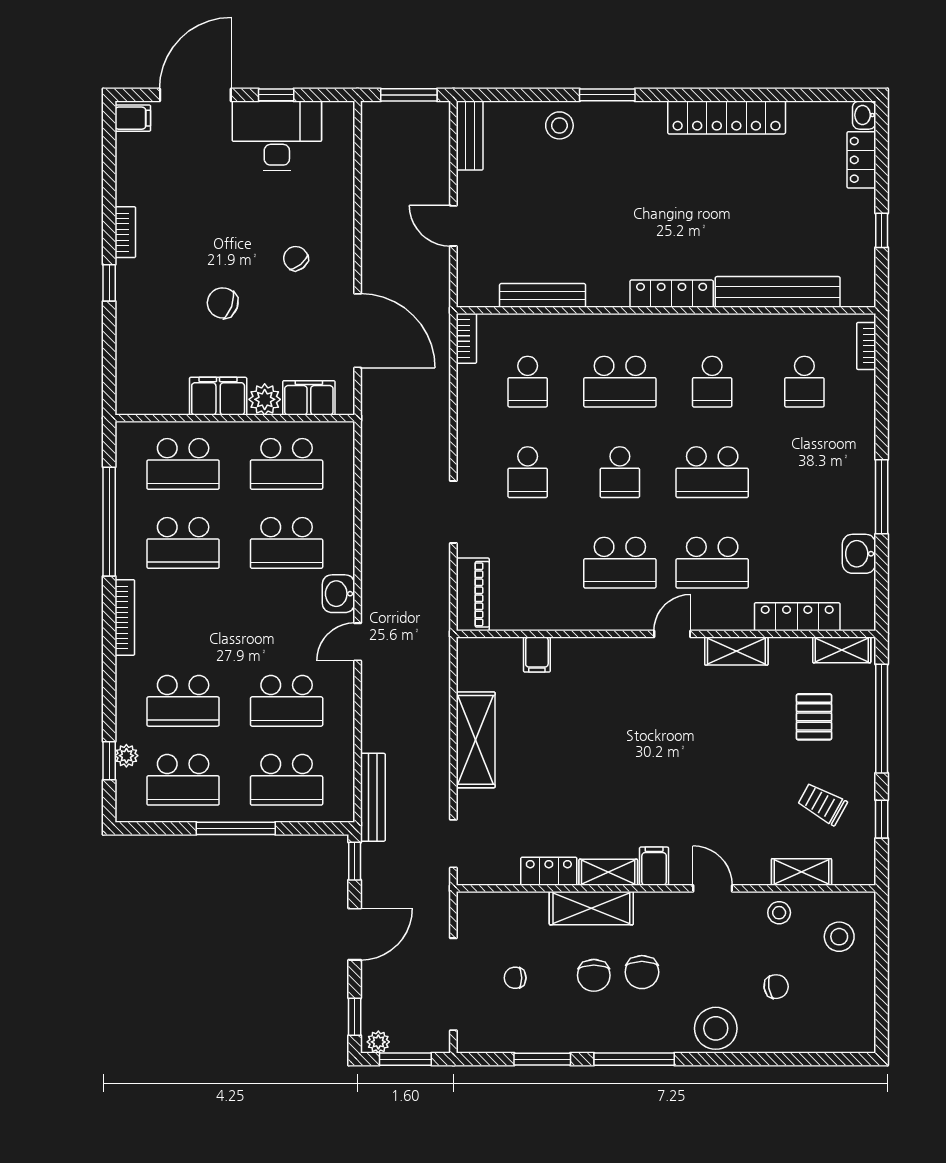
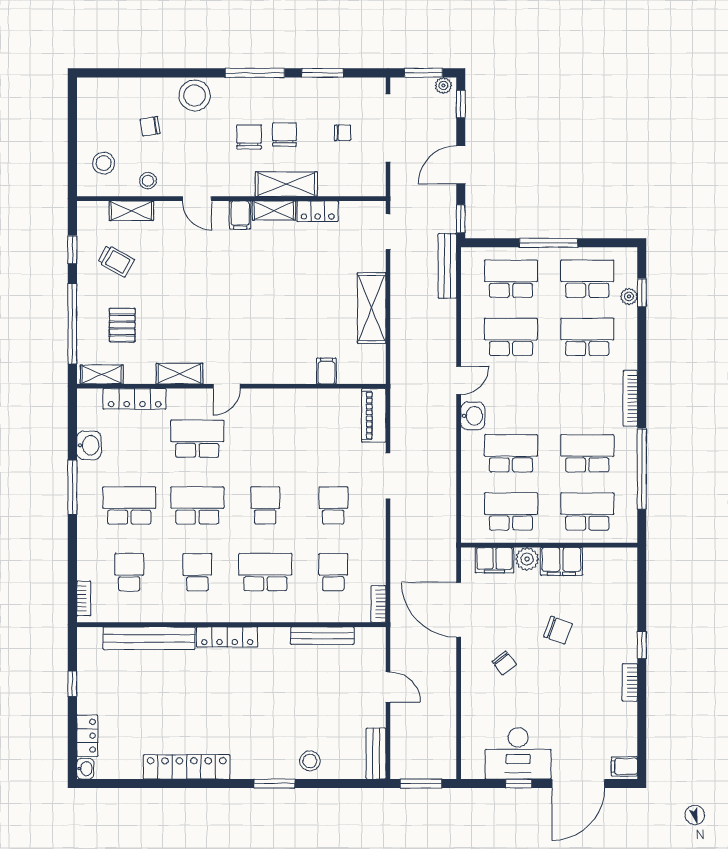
school desk: (620, 563) -> (129, 505), moved

